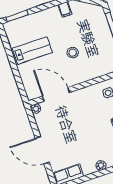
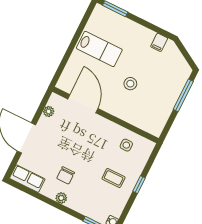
plant: (36, 109) -> (49, 111), moved
chair: (90, 149) -> (66, 175), added

